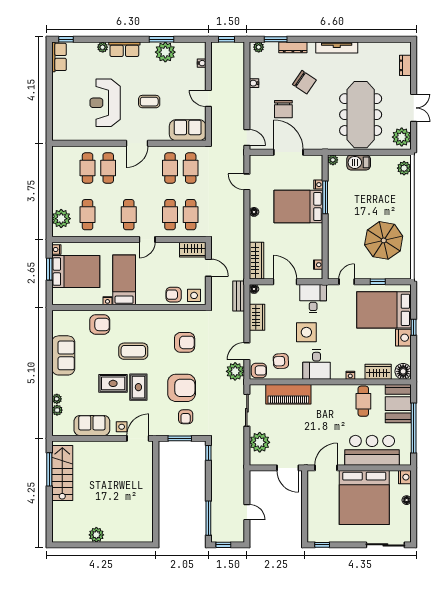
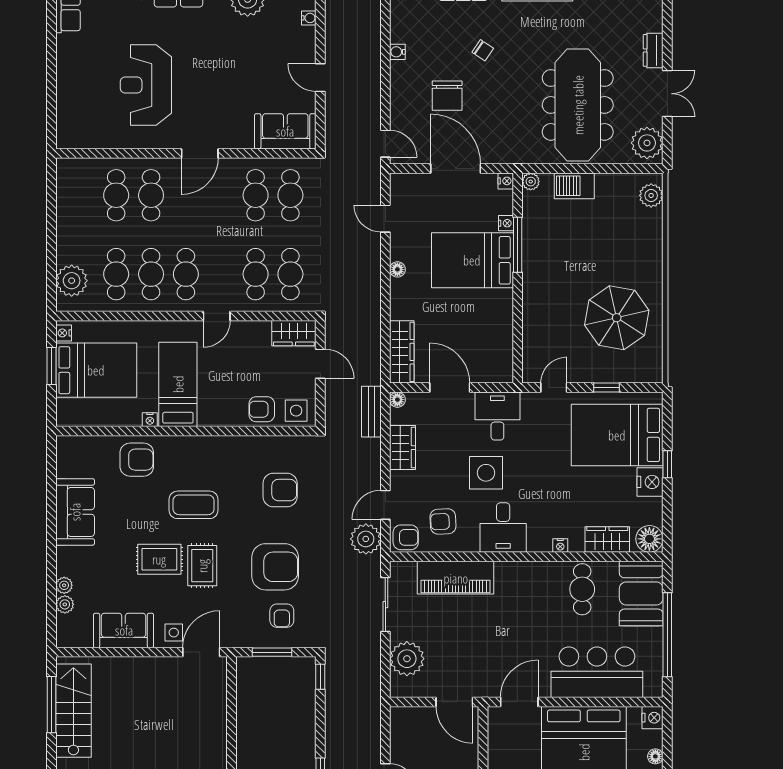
dresser: (405, 65) -> (653, 50), moved
chair: (304, 82) -> (483, 50), width x0.54, depth x0.54
coffee table: (149, 102) -> (220, 83), removed
cafe table: (108, 215) -> (151, 274), added
nightstand: (318, 265) -> (506, 181), moved

